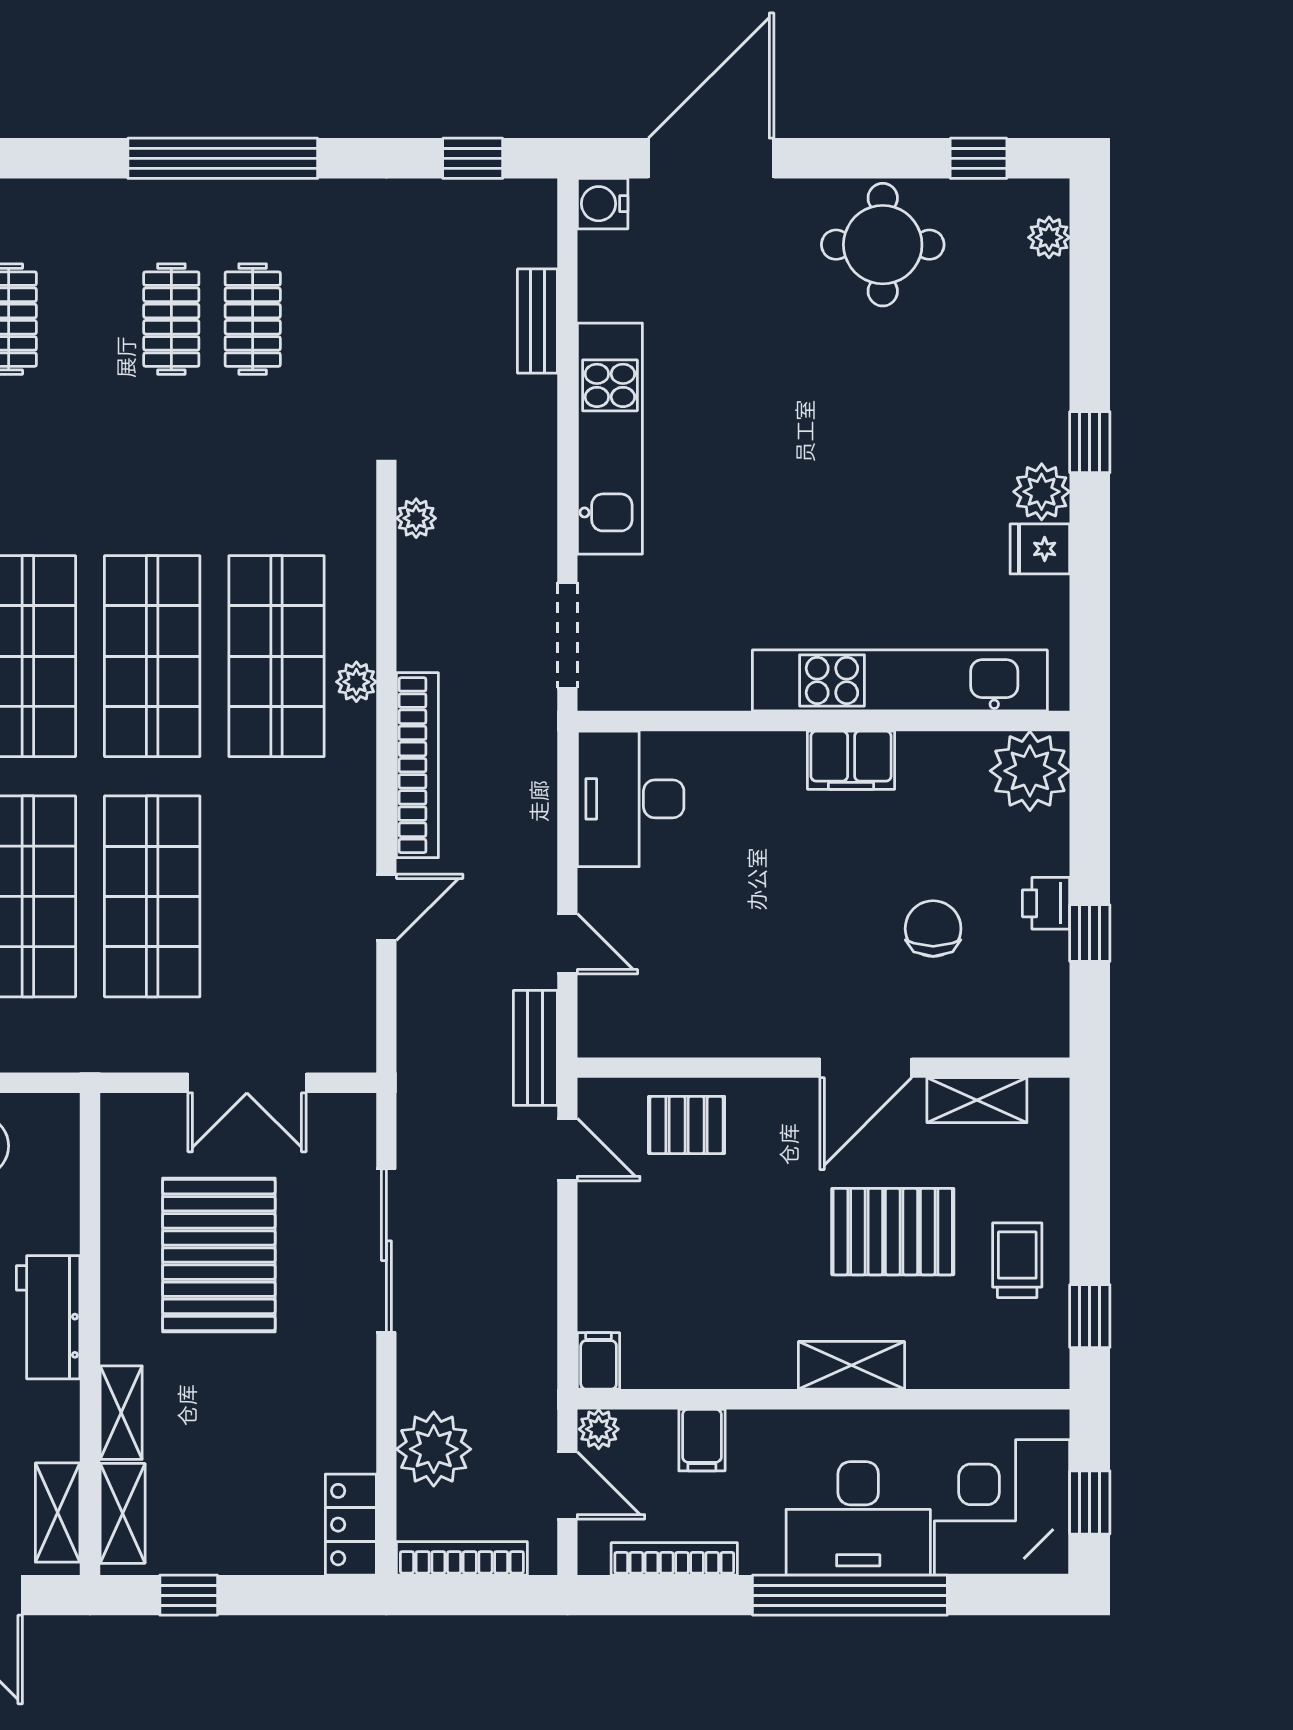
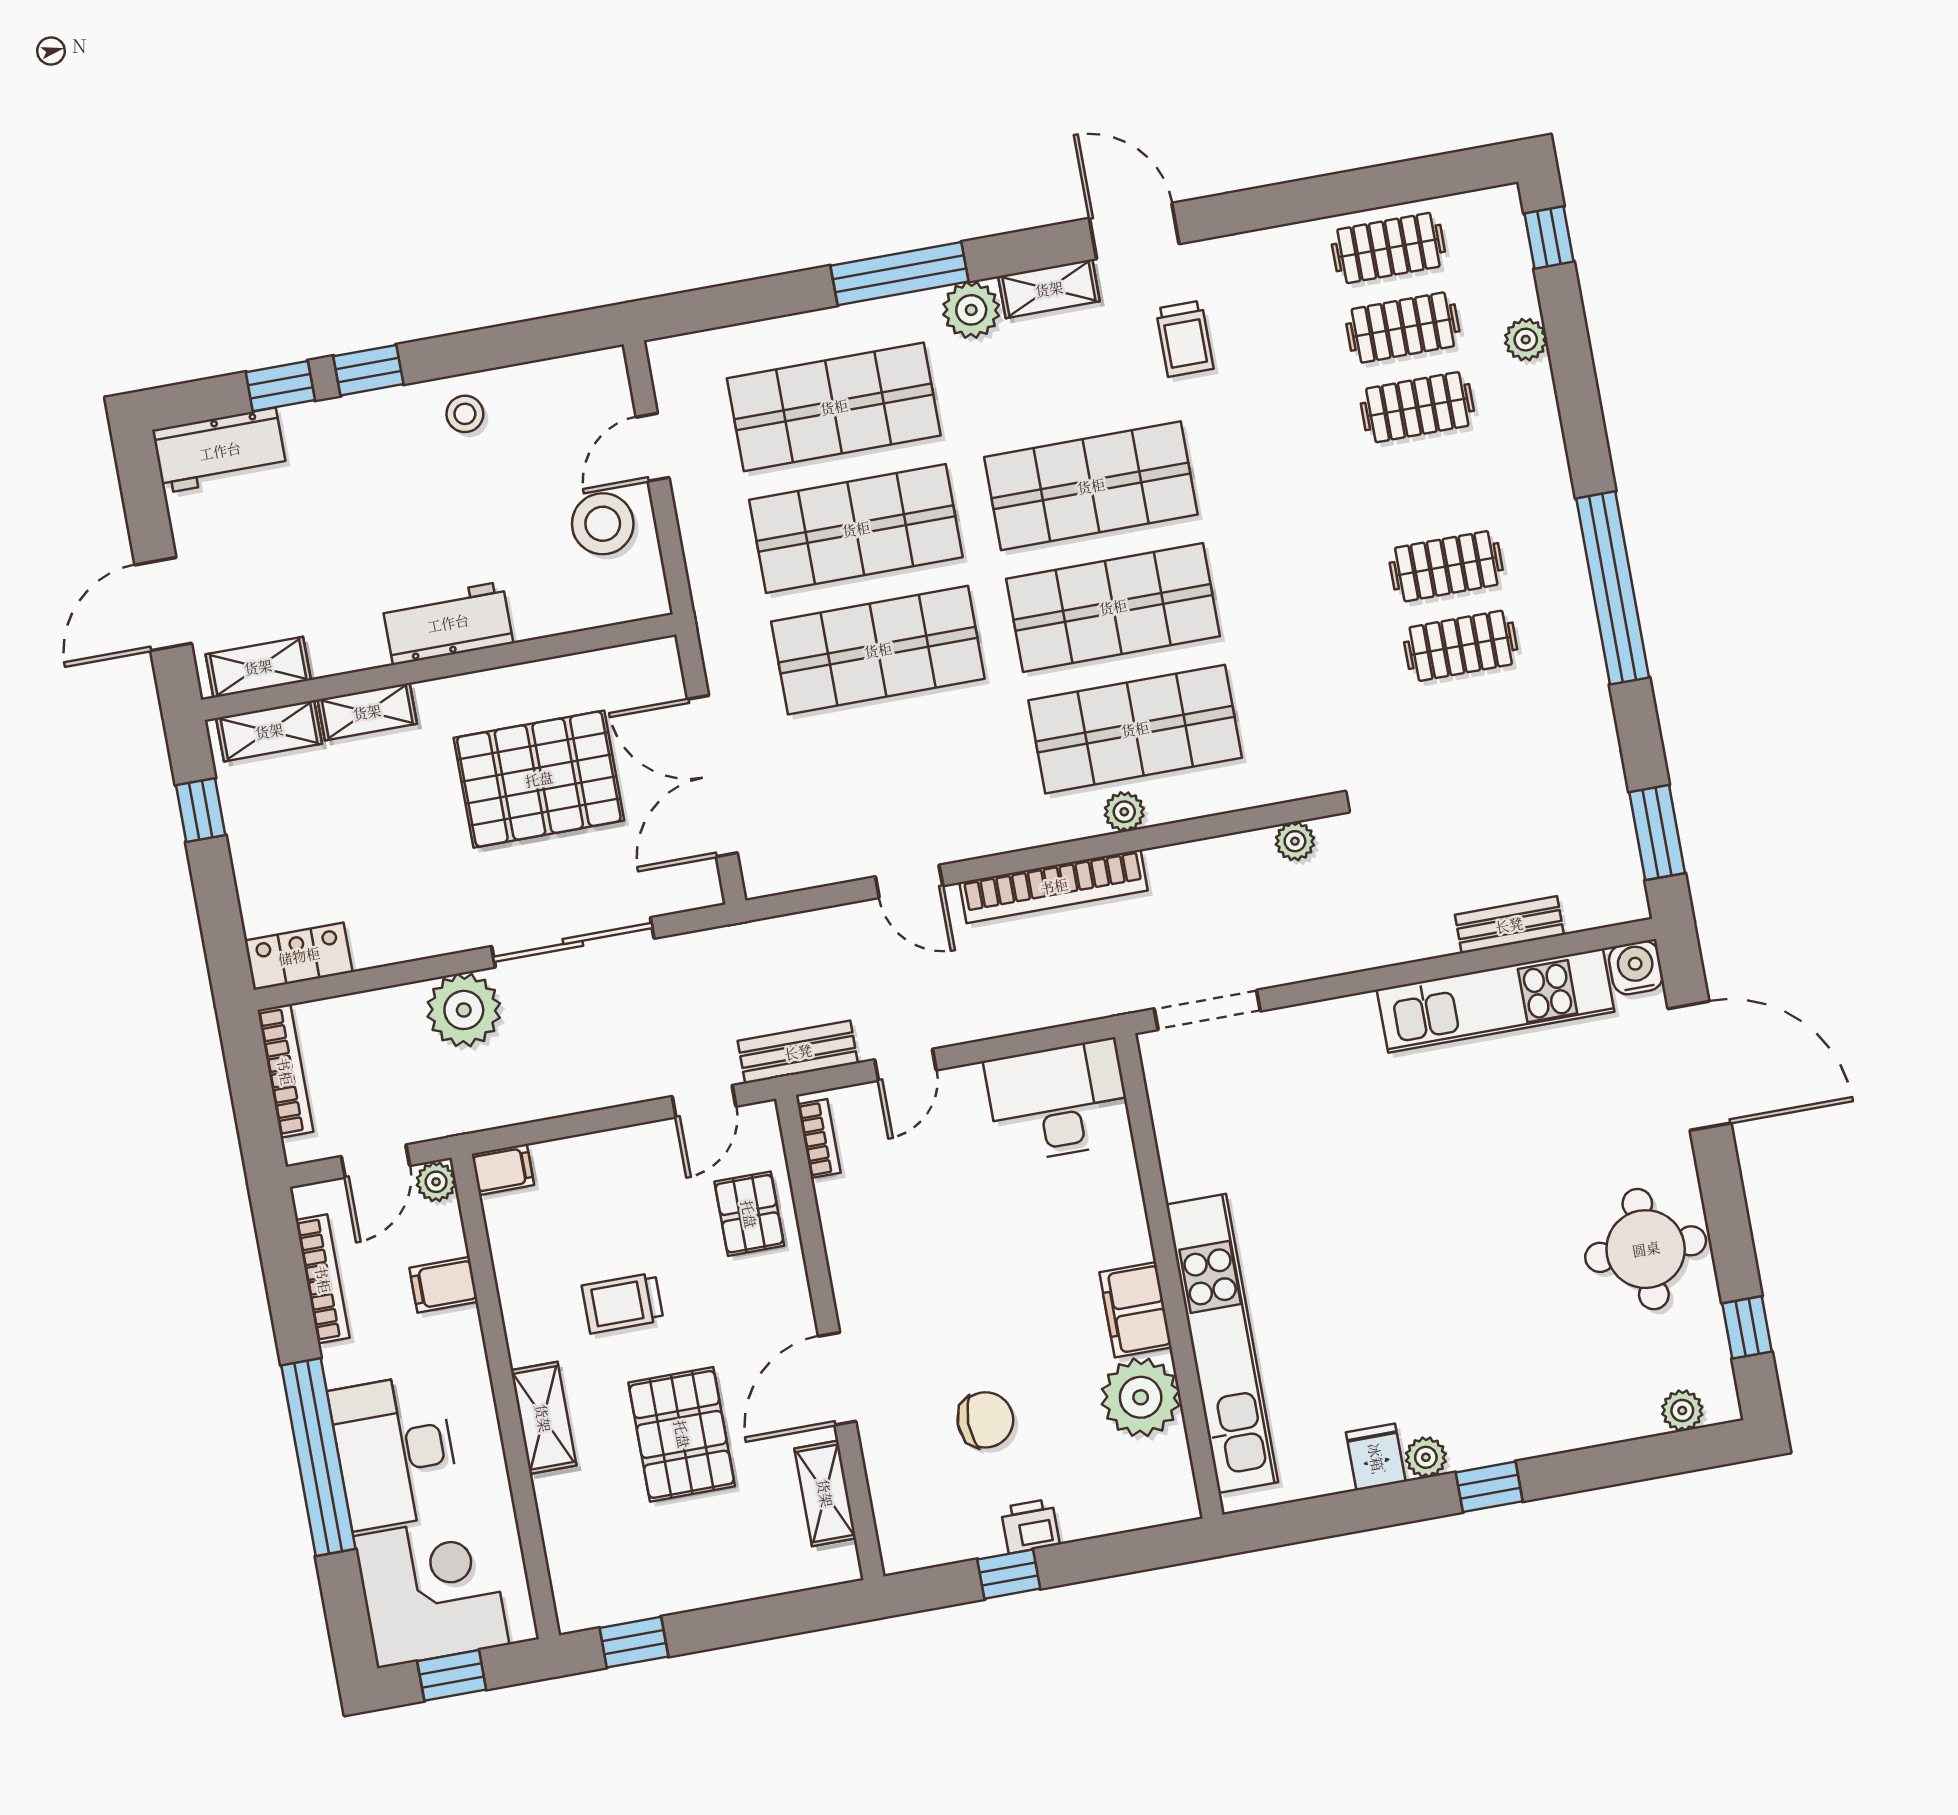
window: (473, 158) -> (1657, 833), width x1.50
kitchen unit: (610, 439) -> (1496, 1001), moved
plant: (1042, 492) -> (1426, 1457), width x0.73, depth x0.73
plant: (1030, 771) -> (1141, 1397), moved
bookcase: (625, 1042) -> (819, 1139), added
door: (866, 1068) -> (837, 1379), hinge flipped
double door: (247, 1083) -> (712, 776), width x1.37
trolley: (1017, 1260) -> (623, 1303), moved, turned 180
plant: (434, 1449) -> (464, 1010), moved

